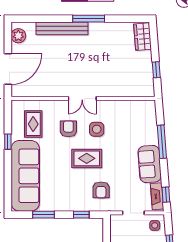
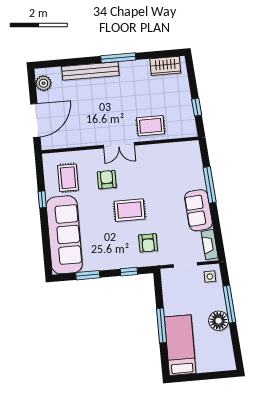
wardrobe: (143, 37) -> (165, 66), moved, turned -86
rug: (113, 83) -> (151, 126), added
side table: (97, 129) -> (138, 177), removed
window: (166, 195) -> (219, 242), removed

